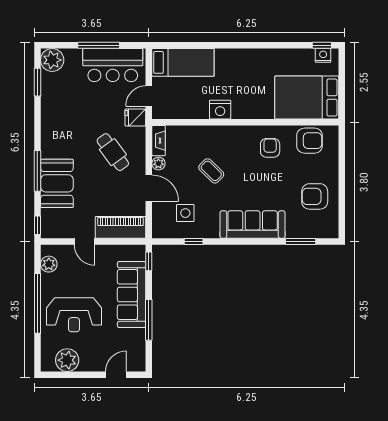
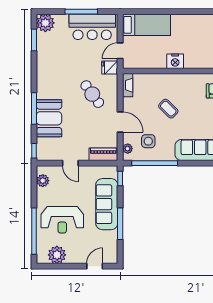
plant: (158, 164) -> (128, 149), moved
piano: (121, 227) -> (103, 154), width x0.73, depth x0.75
window: (194, 241) -> (155, 163), width x3.17
window: (37, 303) -> (34, 231), moved

